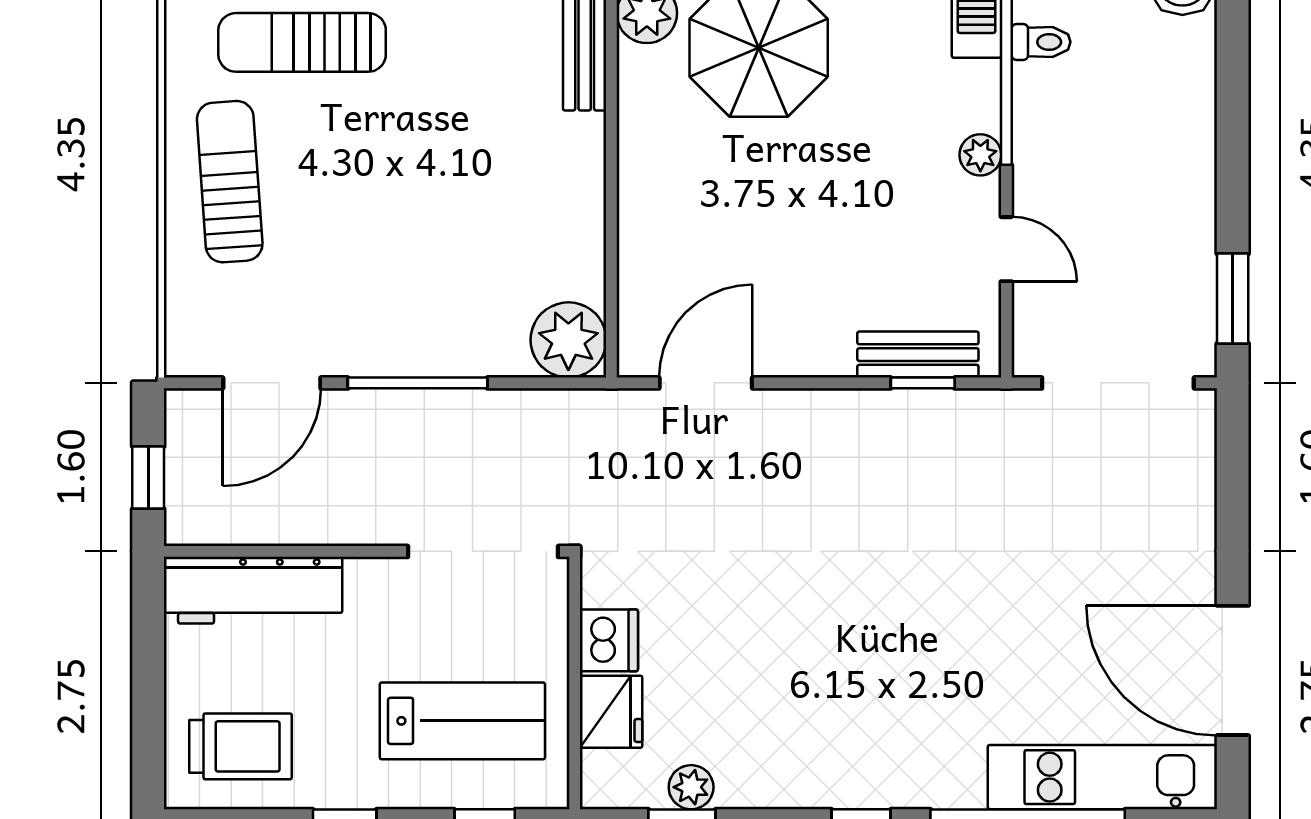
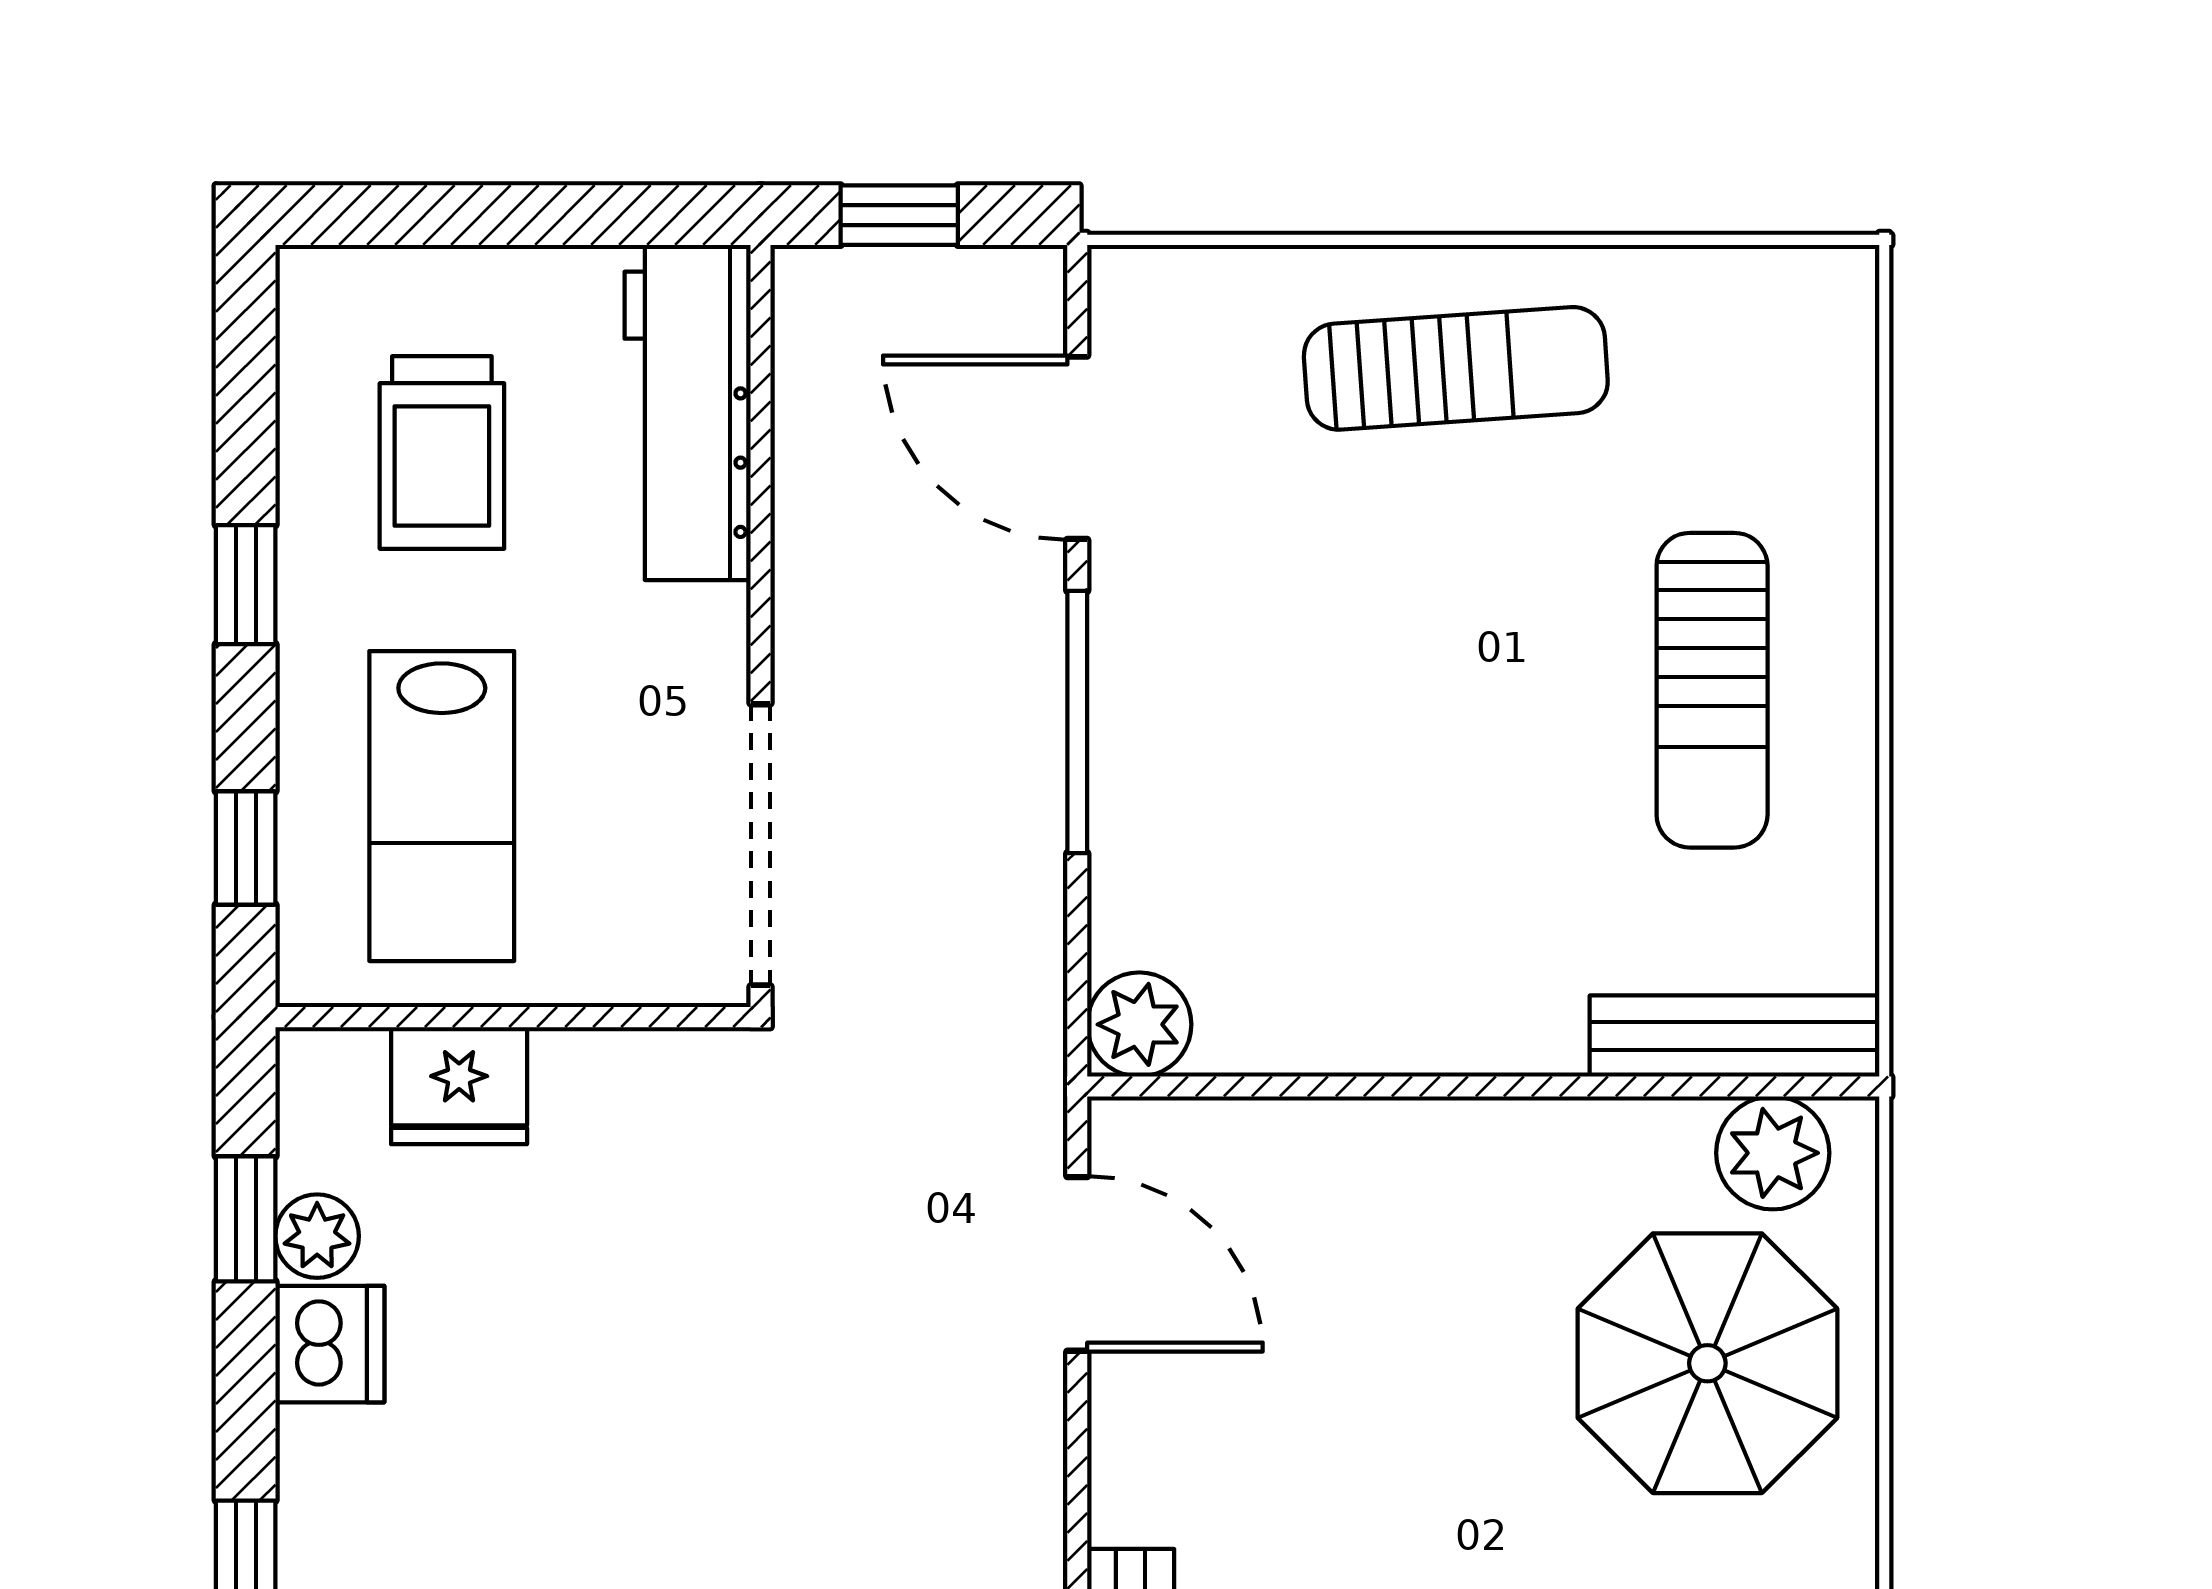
sun lounger: (302, 42) -> (1712, 690), moved, turned 180
plant: (568, 340) -> (1139, 1024), width x0.73, depth x0.73
dishwasher: (609, 640) -> (330, 1344), moved, turned -90
trolley: (240, 746) -> (442, 453), moved

